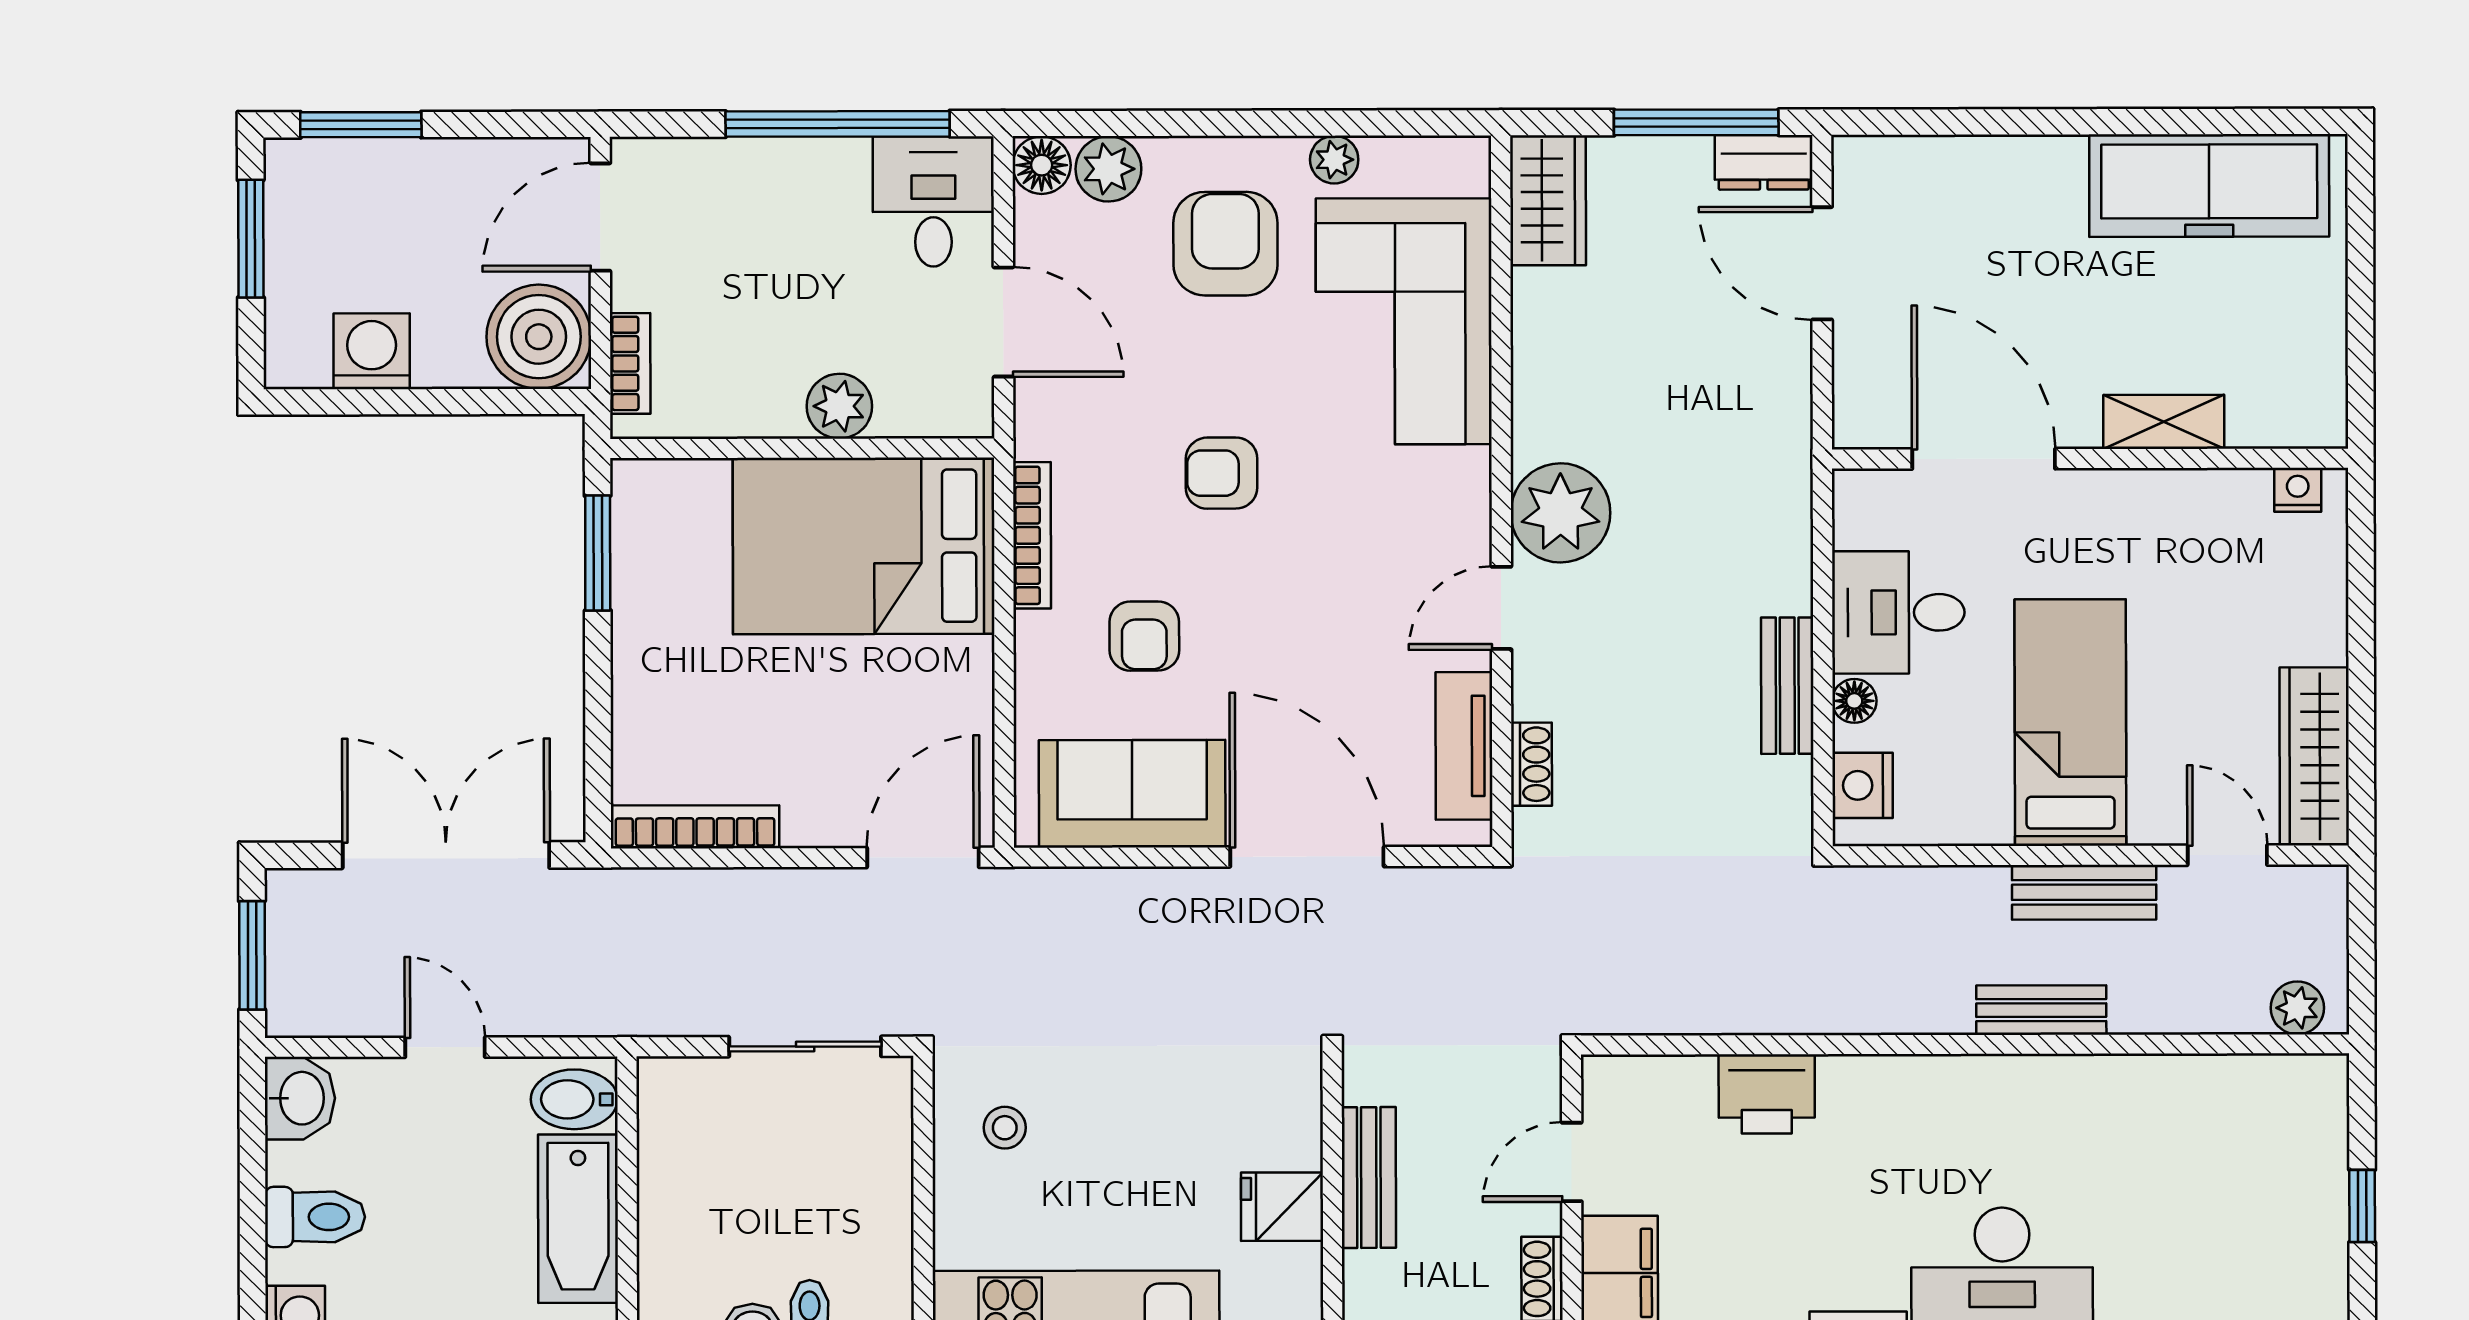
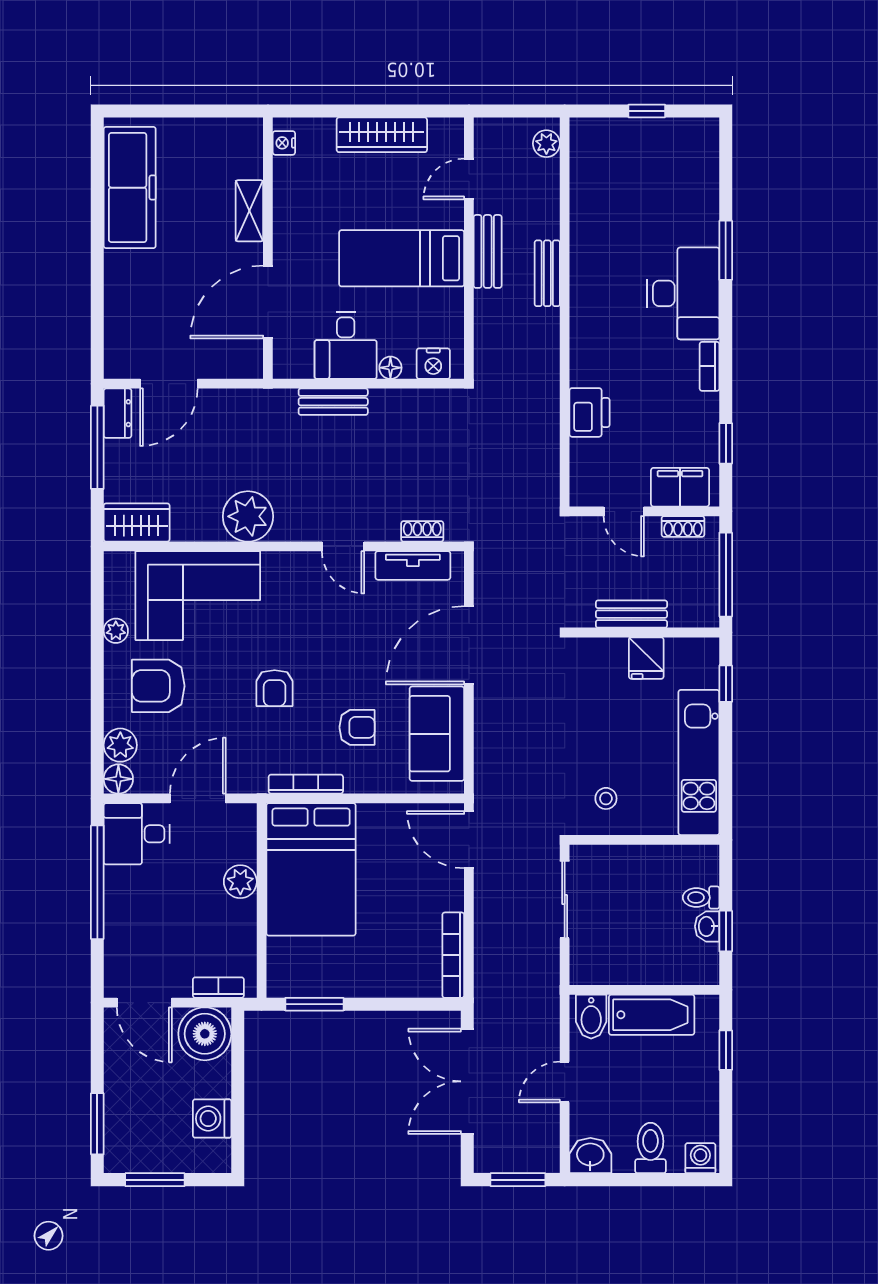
plant: (1560, 513) -> (248, 516), moved
bench: (1787, 686) -> (333, 402), moved
wardrobe: (2314, 756) -> (382, 135), moved

